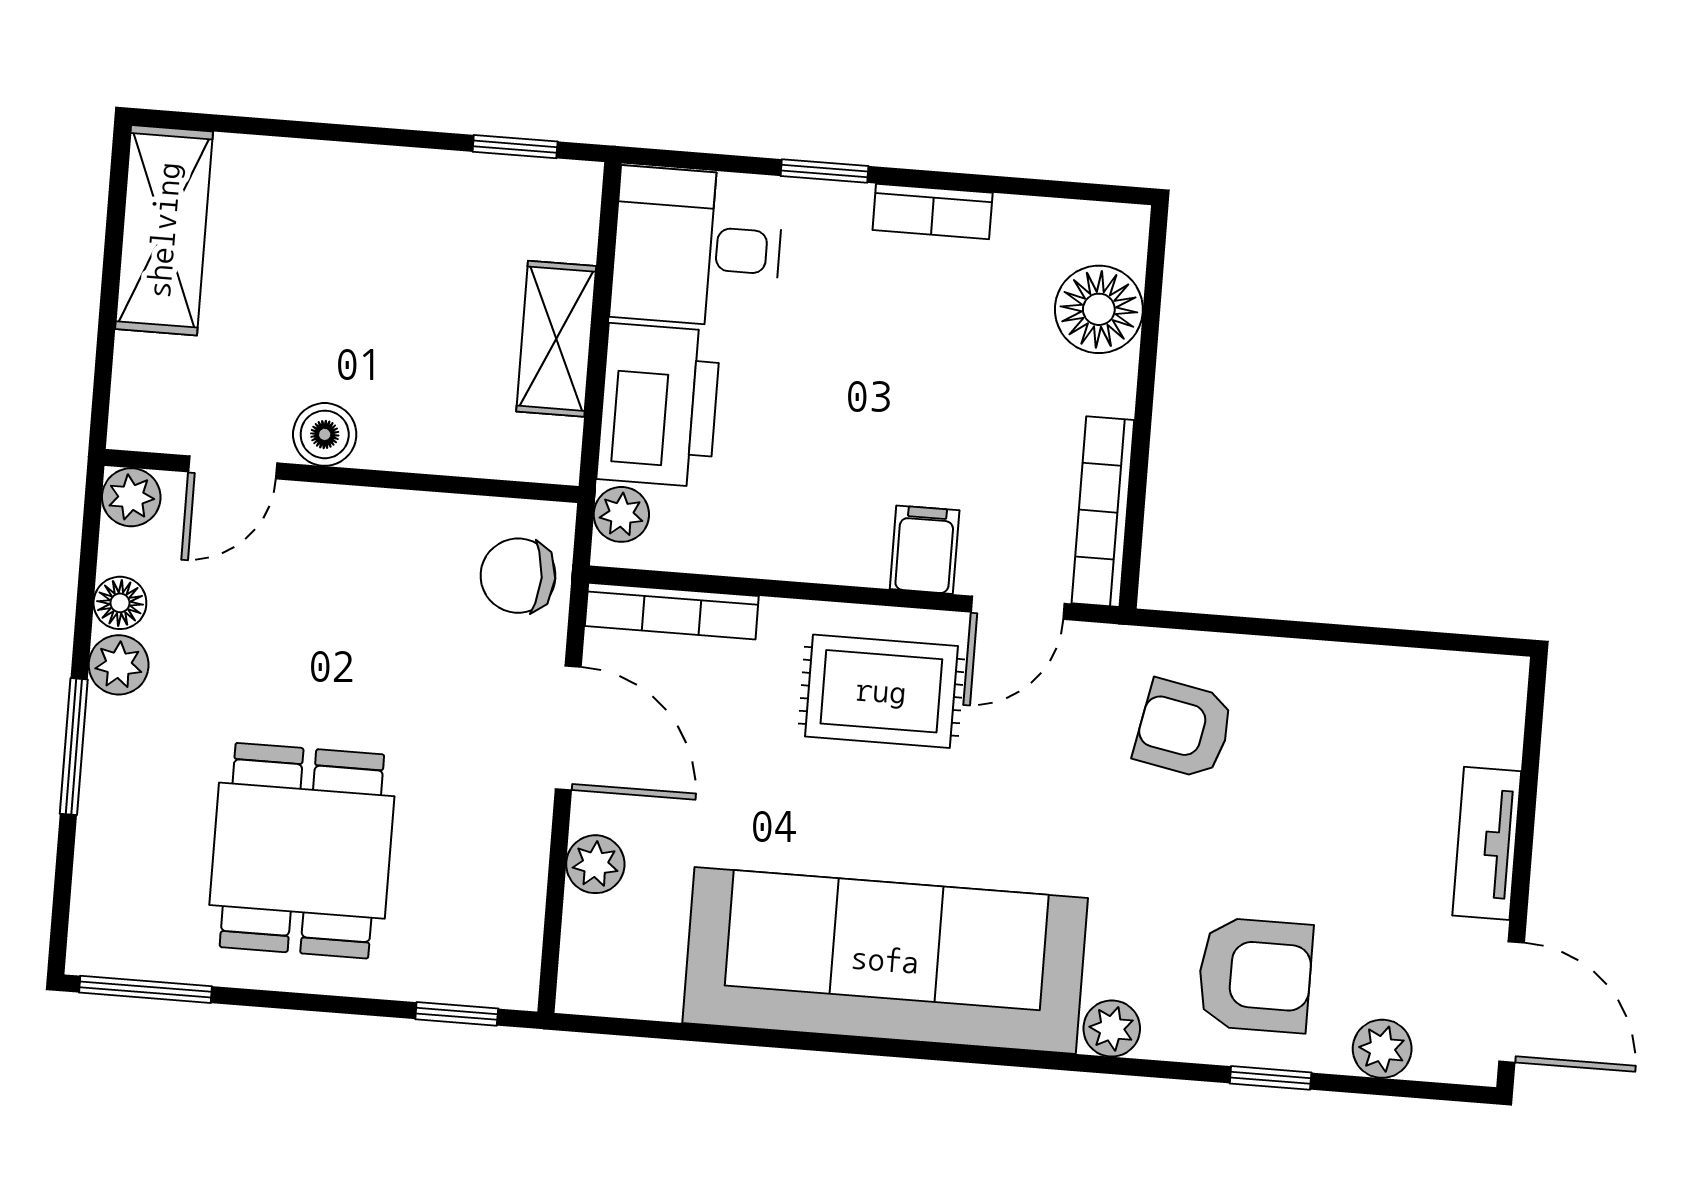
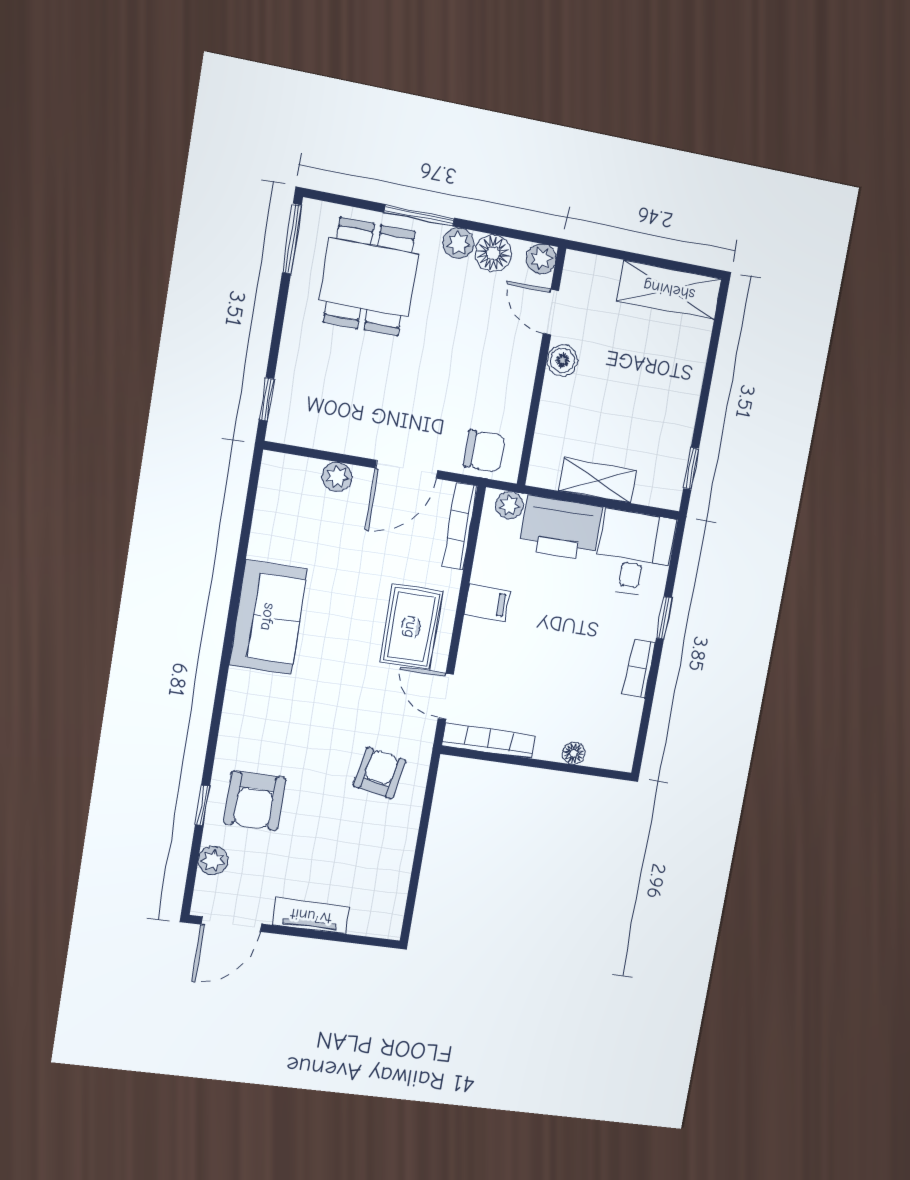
floor lamp: (1099, 309) -> (574, 753), width x0.53, depth x0.53
filing cabinet: (925, 550) -> (487, 603), moved
chair: (518, 576) -> (484, 451), turned 90
floor lamp: (120, 603) -> (493, 253), width x1.37, depth x1.37
dining table: (302, 851) -> (369, 277), moved, turned 90
sofa: (885, 960) -> (268, 617), width x0.54, depth x0.79
plant: (1112, 1029) -> (233, 729), removed

